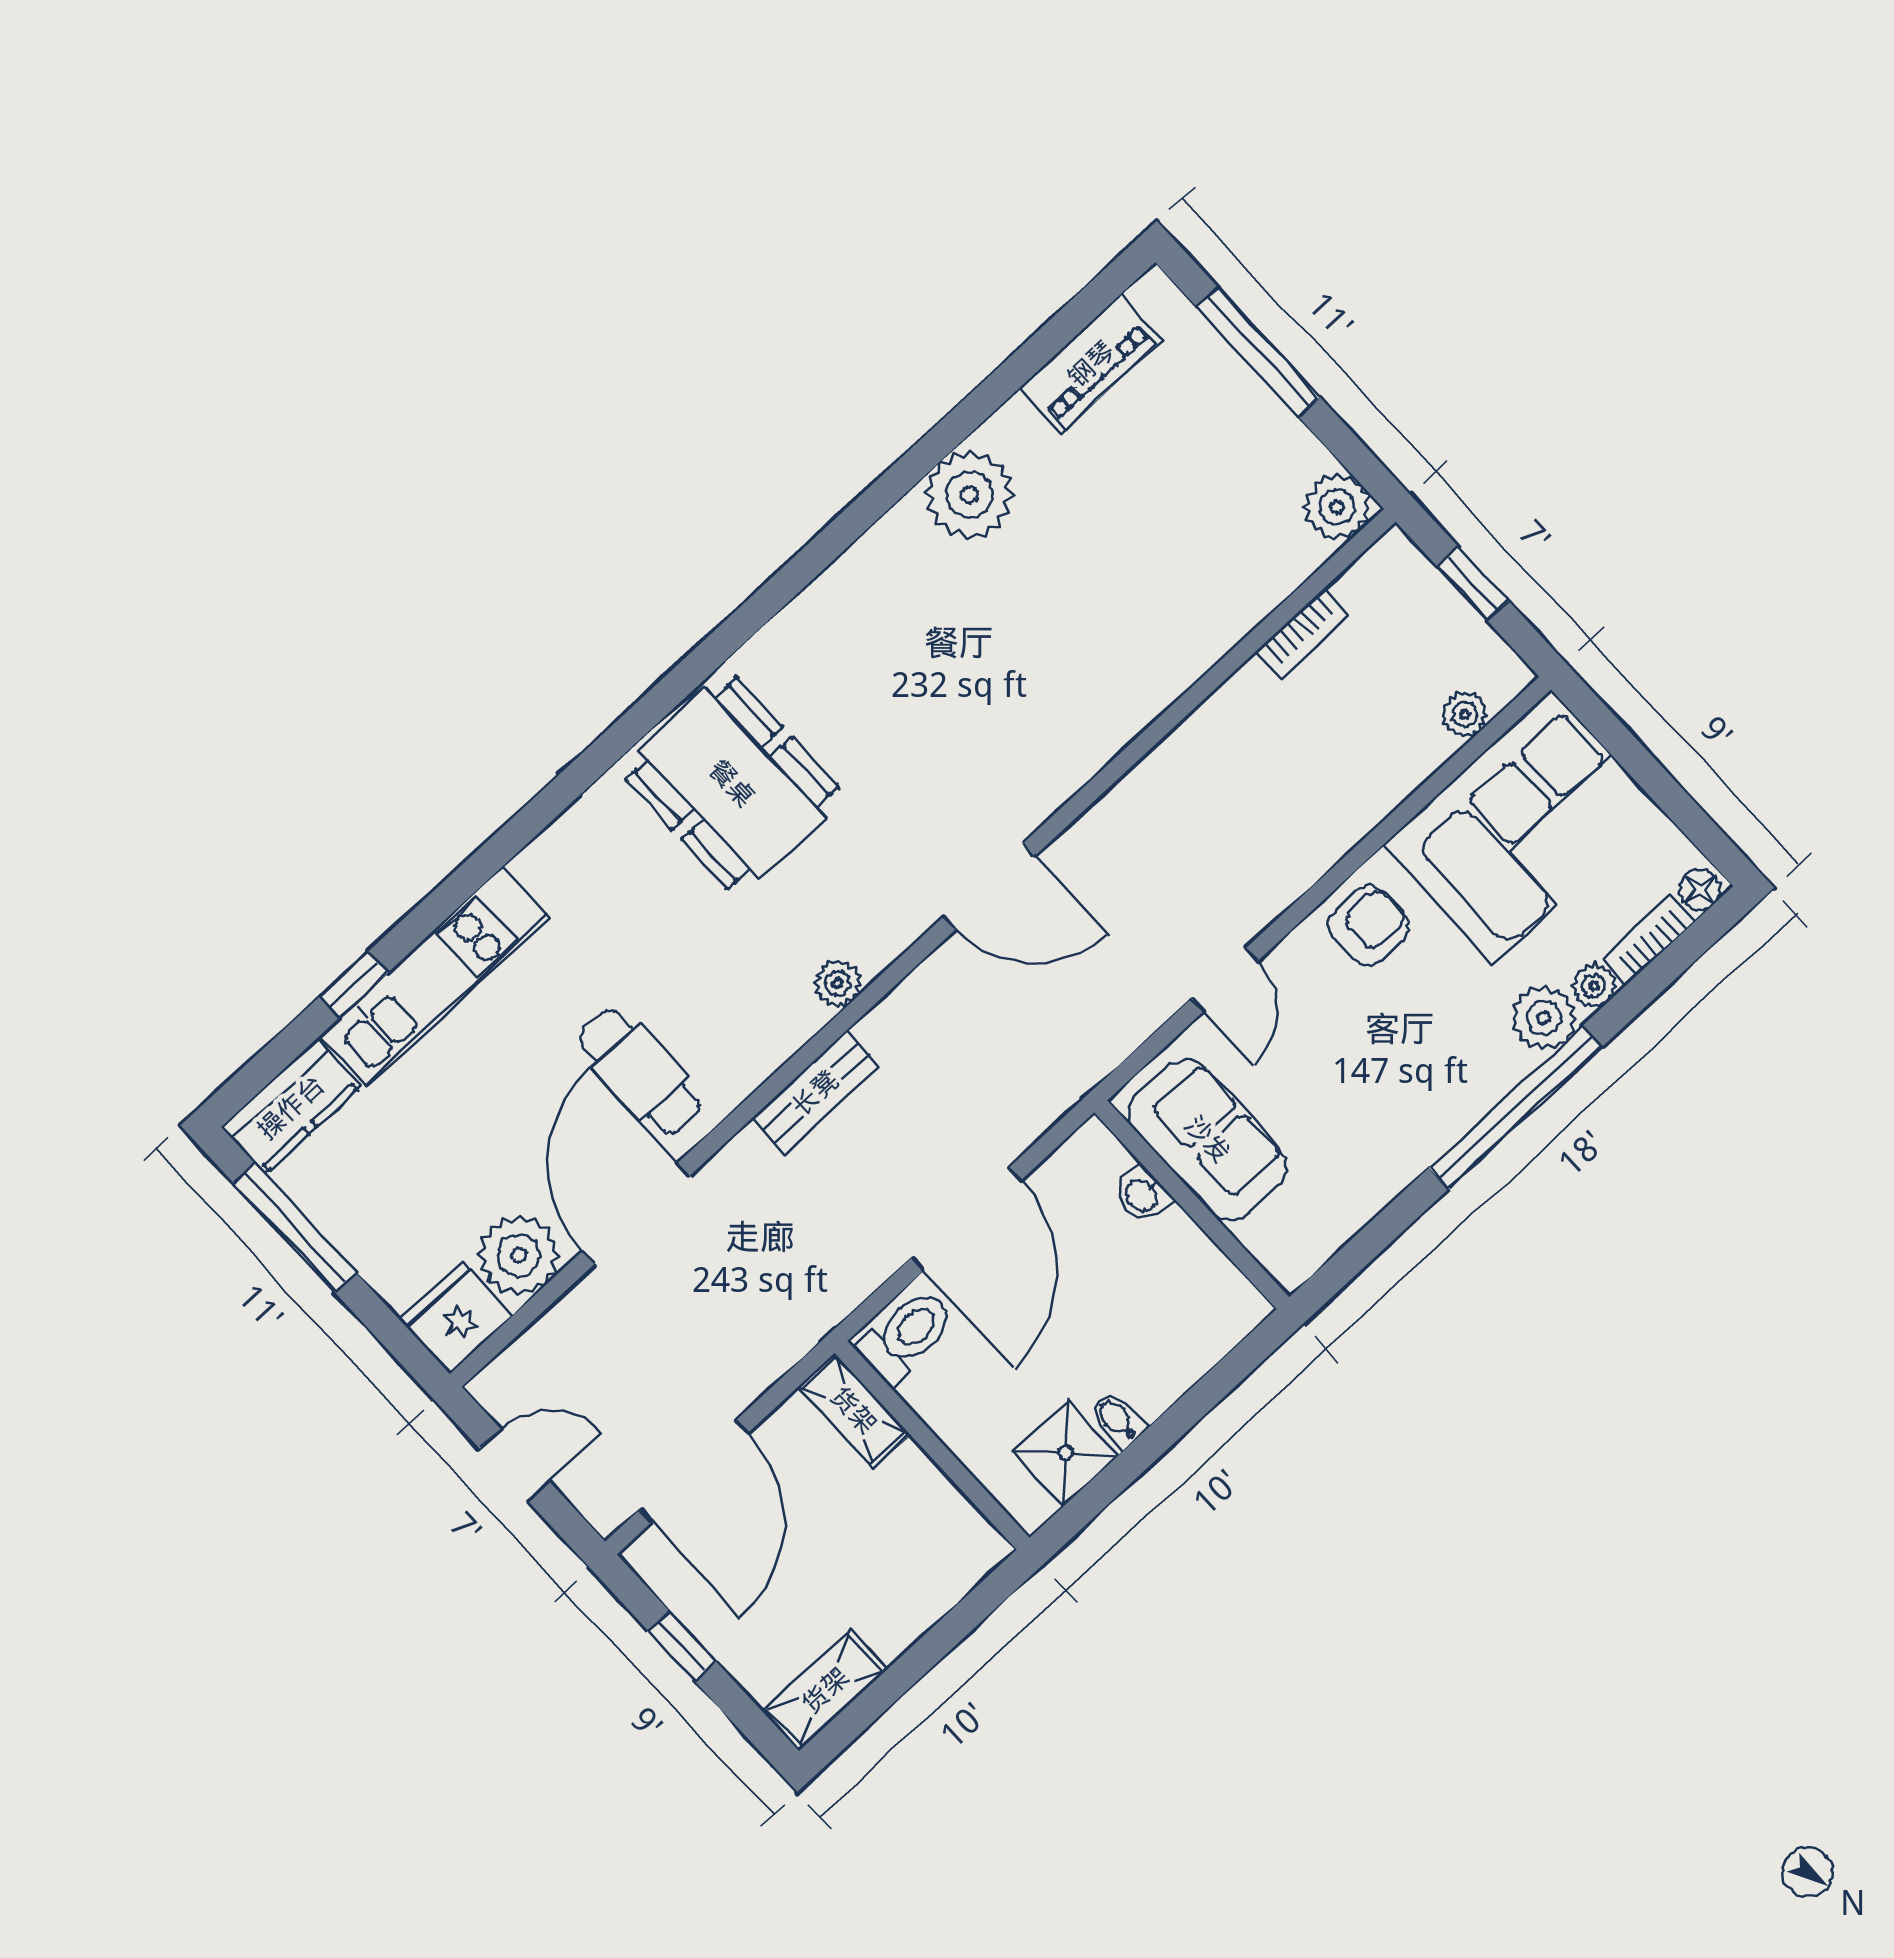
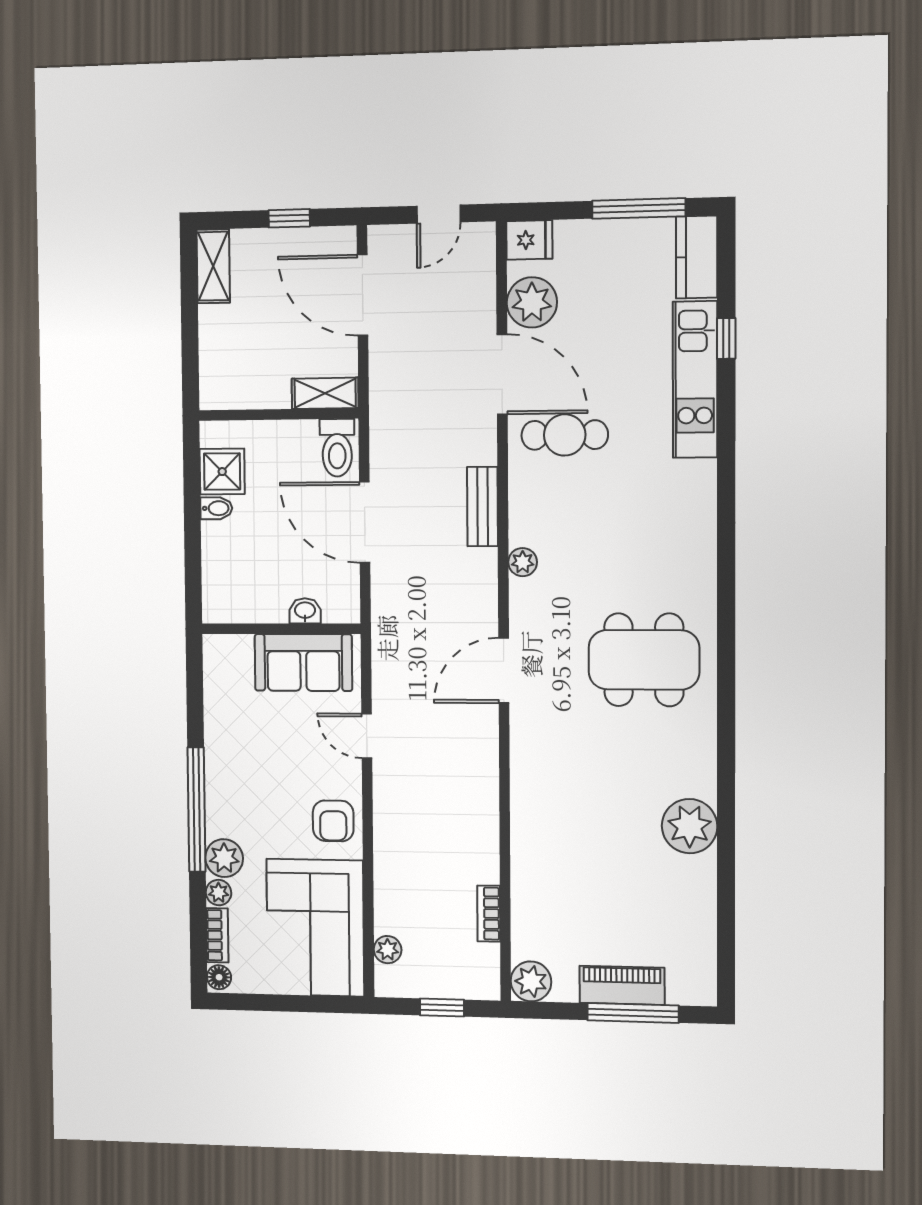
piano: (1091, 364) -> (622, 985), moved, turned 90
dining table: (732, 783) -> (644, 660), moved
fridge: (456, 1318) -> (529, 240), width x0.72

